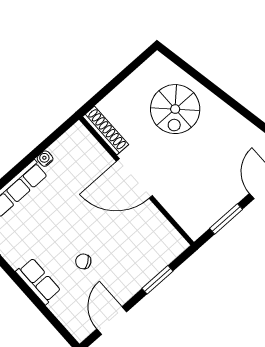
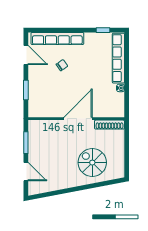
row of seats: (38, 281) -> (57, 38), width x2.02

